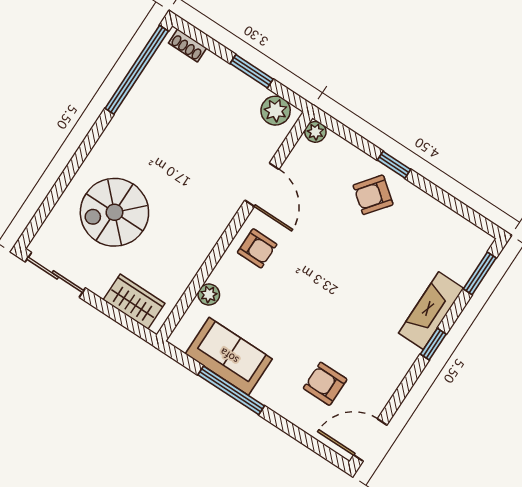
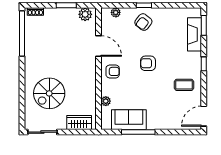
plant: (315, 132) -> (116, 12), moved
fireplace: (431, 311) -> (194, 34), moved
coffee table: (372, 359) -> (184, 85), added
armchair: (325, 384) -> (148, 63), moved

